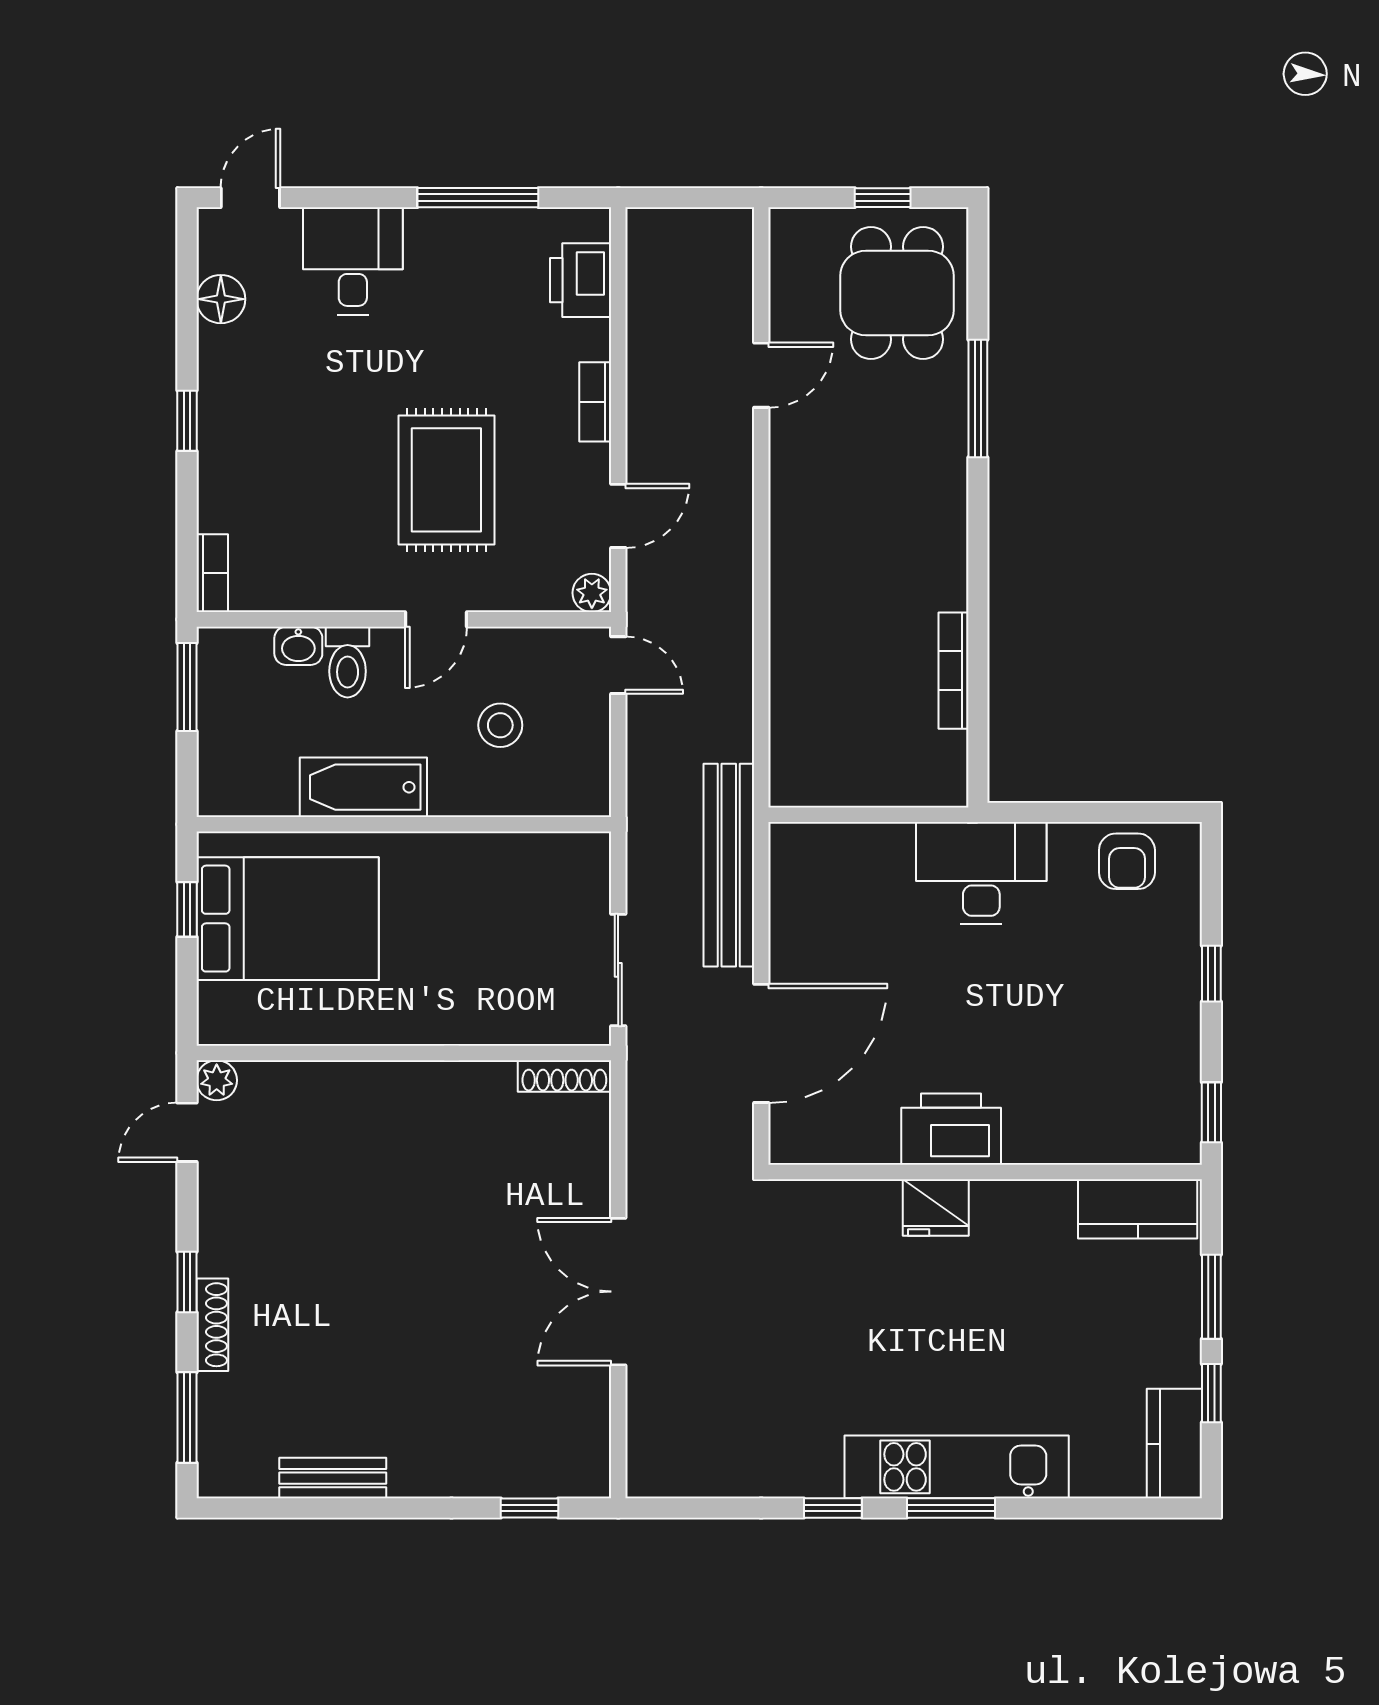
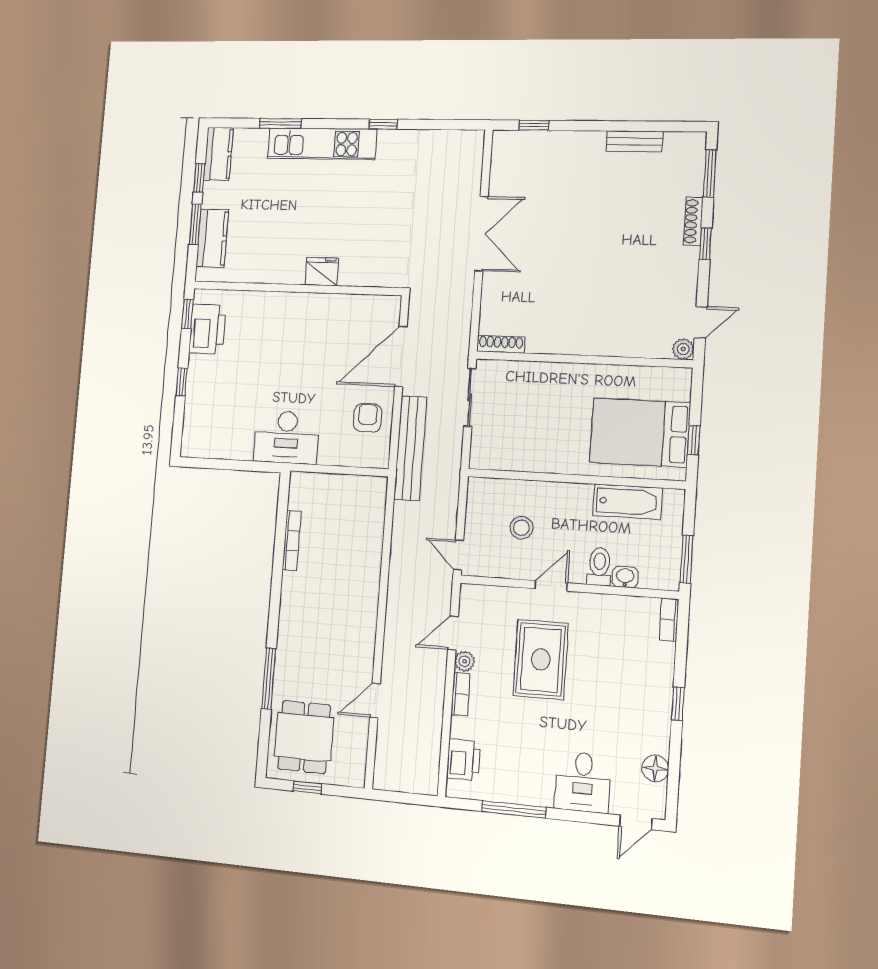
plant: (592, 593) -> (465, 661), moved
bathtub: (363, 787) -> (627, 502), moved
armchair: (1127, 861) -> (368, 418), moved
printer: (951, 1129) -> (207, 329), moved, turned -90
kitchen counter: (1138, 1209) -> (212, 238), moved, turned 90
window: (951, 1508) -> (280, 123), moved

